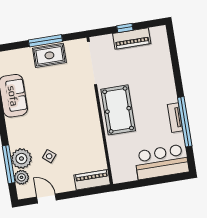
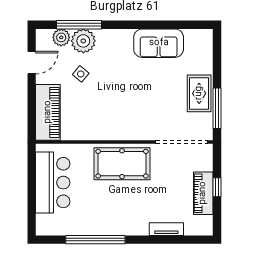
window: (45, 41) -> (217, 108), moved
tv unit: (175, 118) -> (166, 229), moved
bar counter: (162, 162) -> (53, 183), moved
piano: (92, 180) -> (48, 112), width x1.37, depth x1.33

